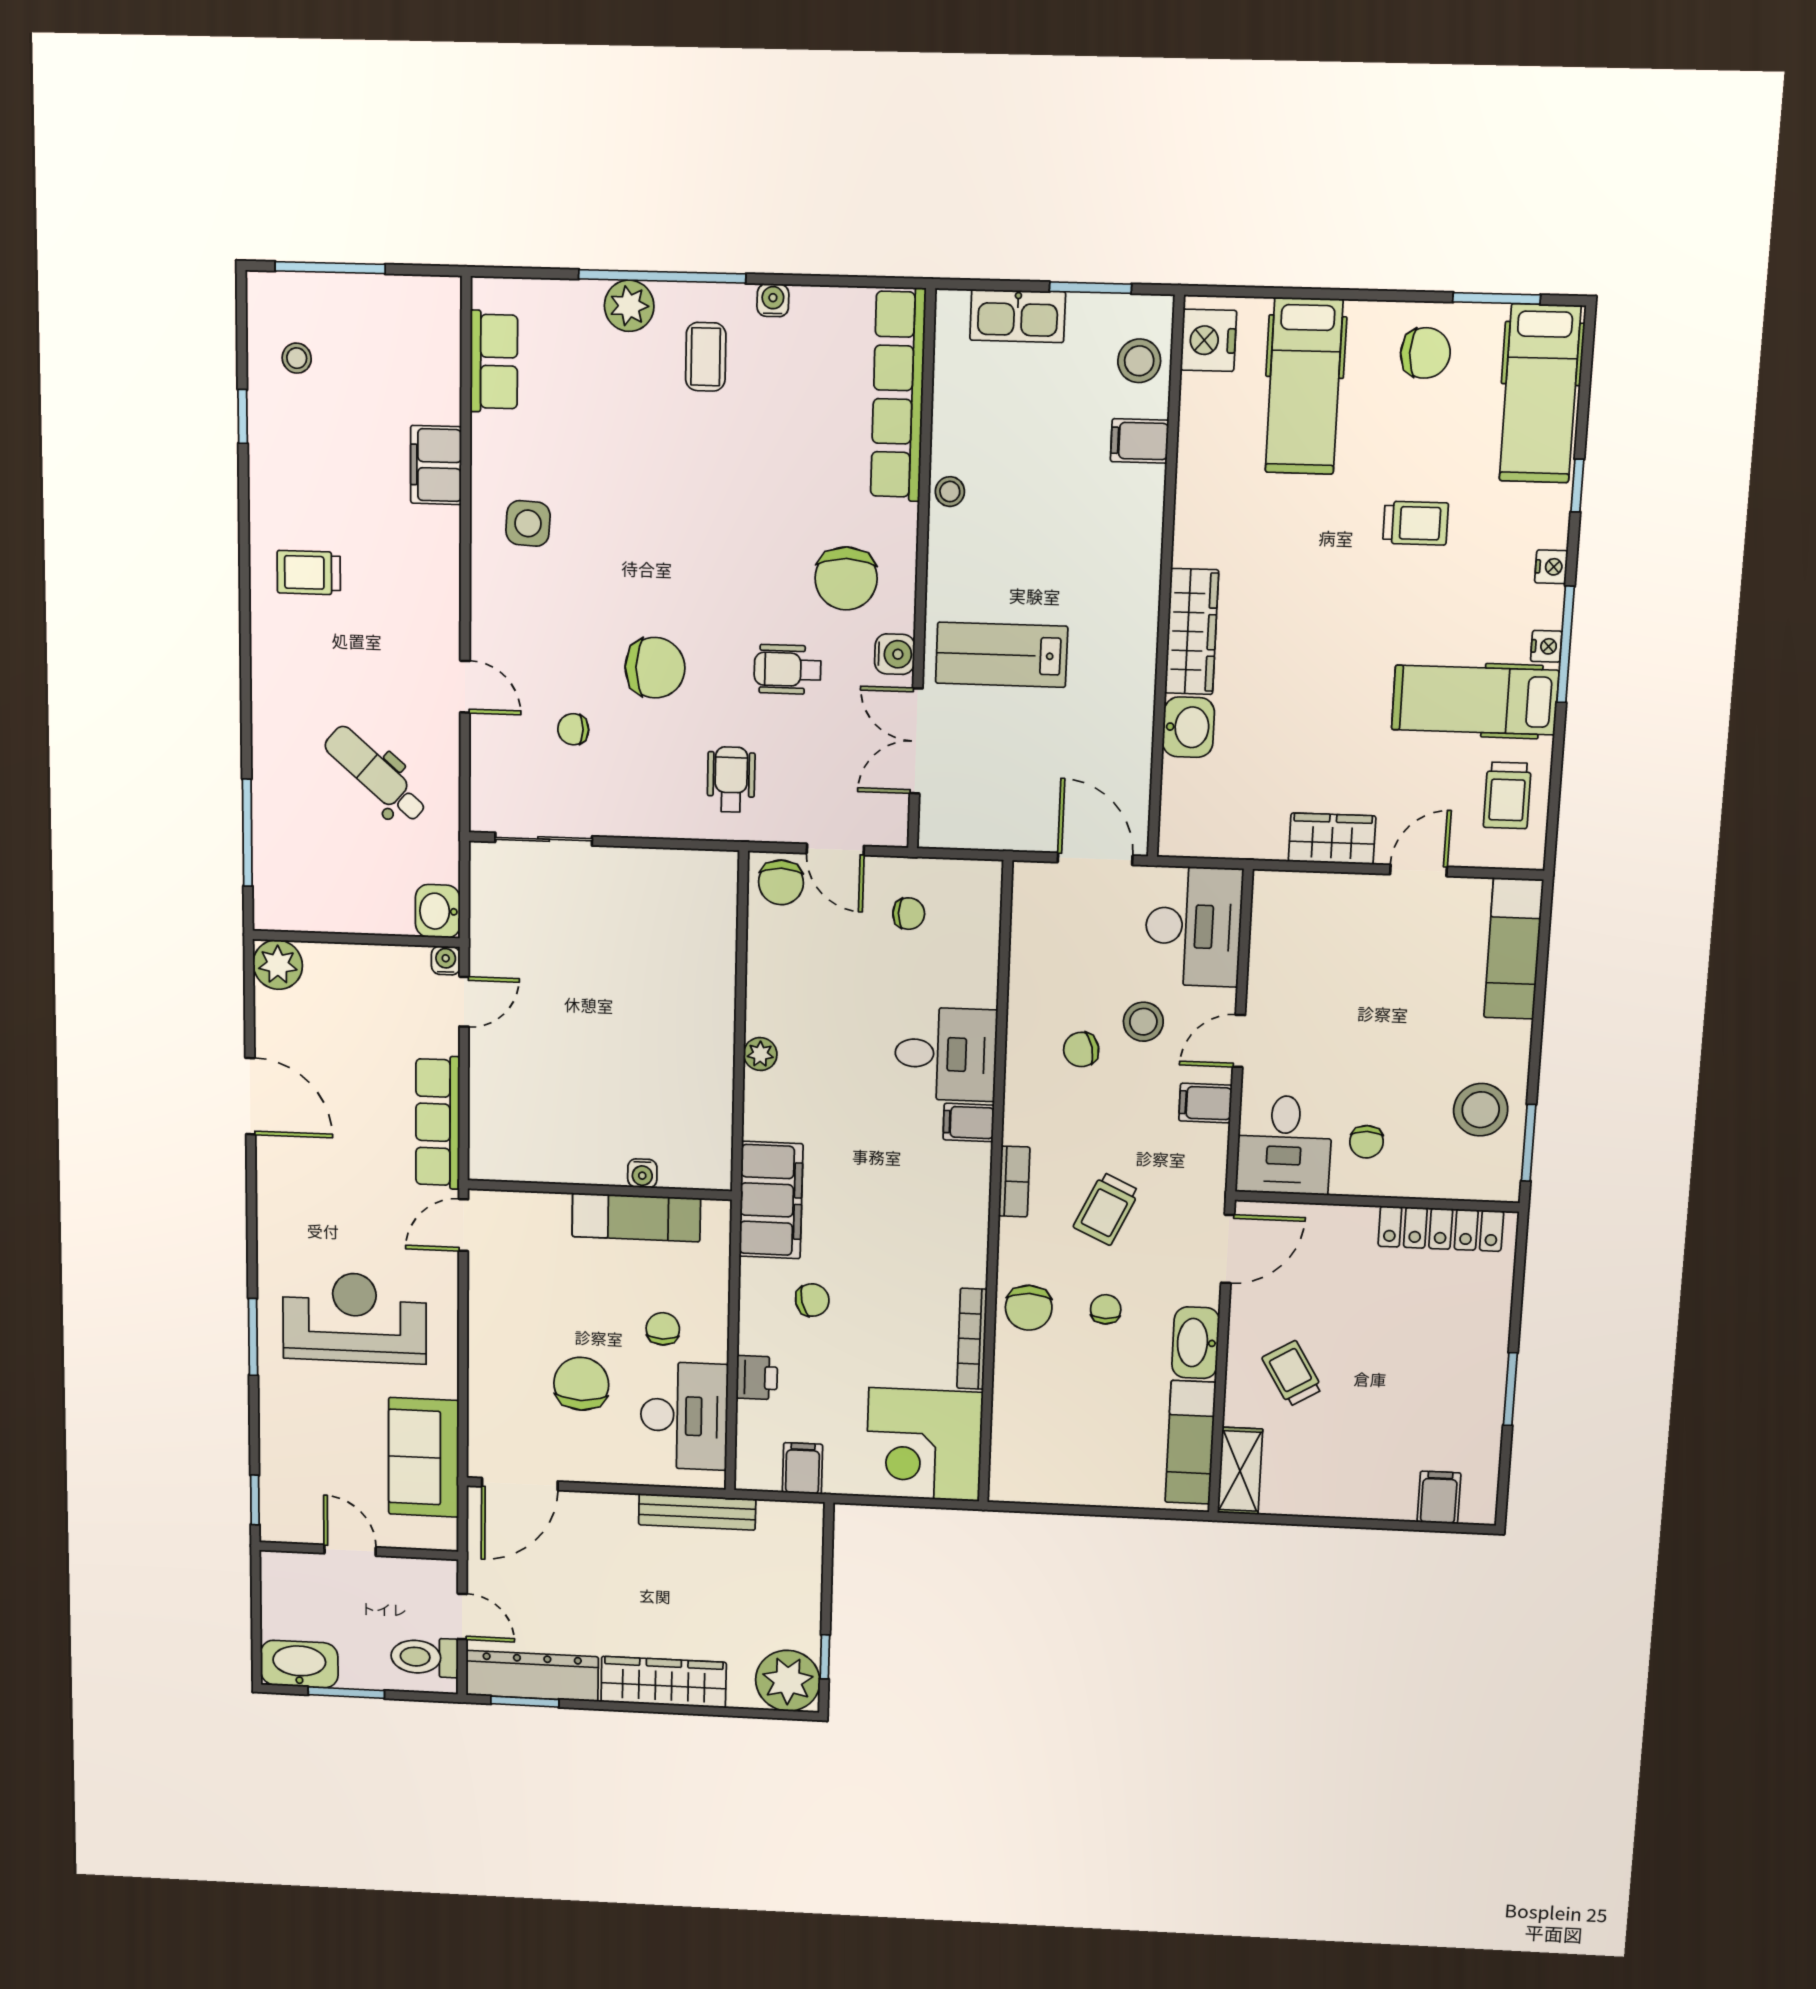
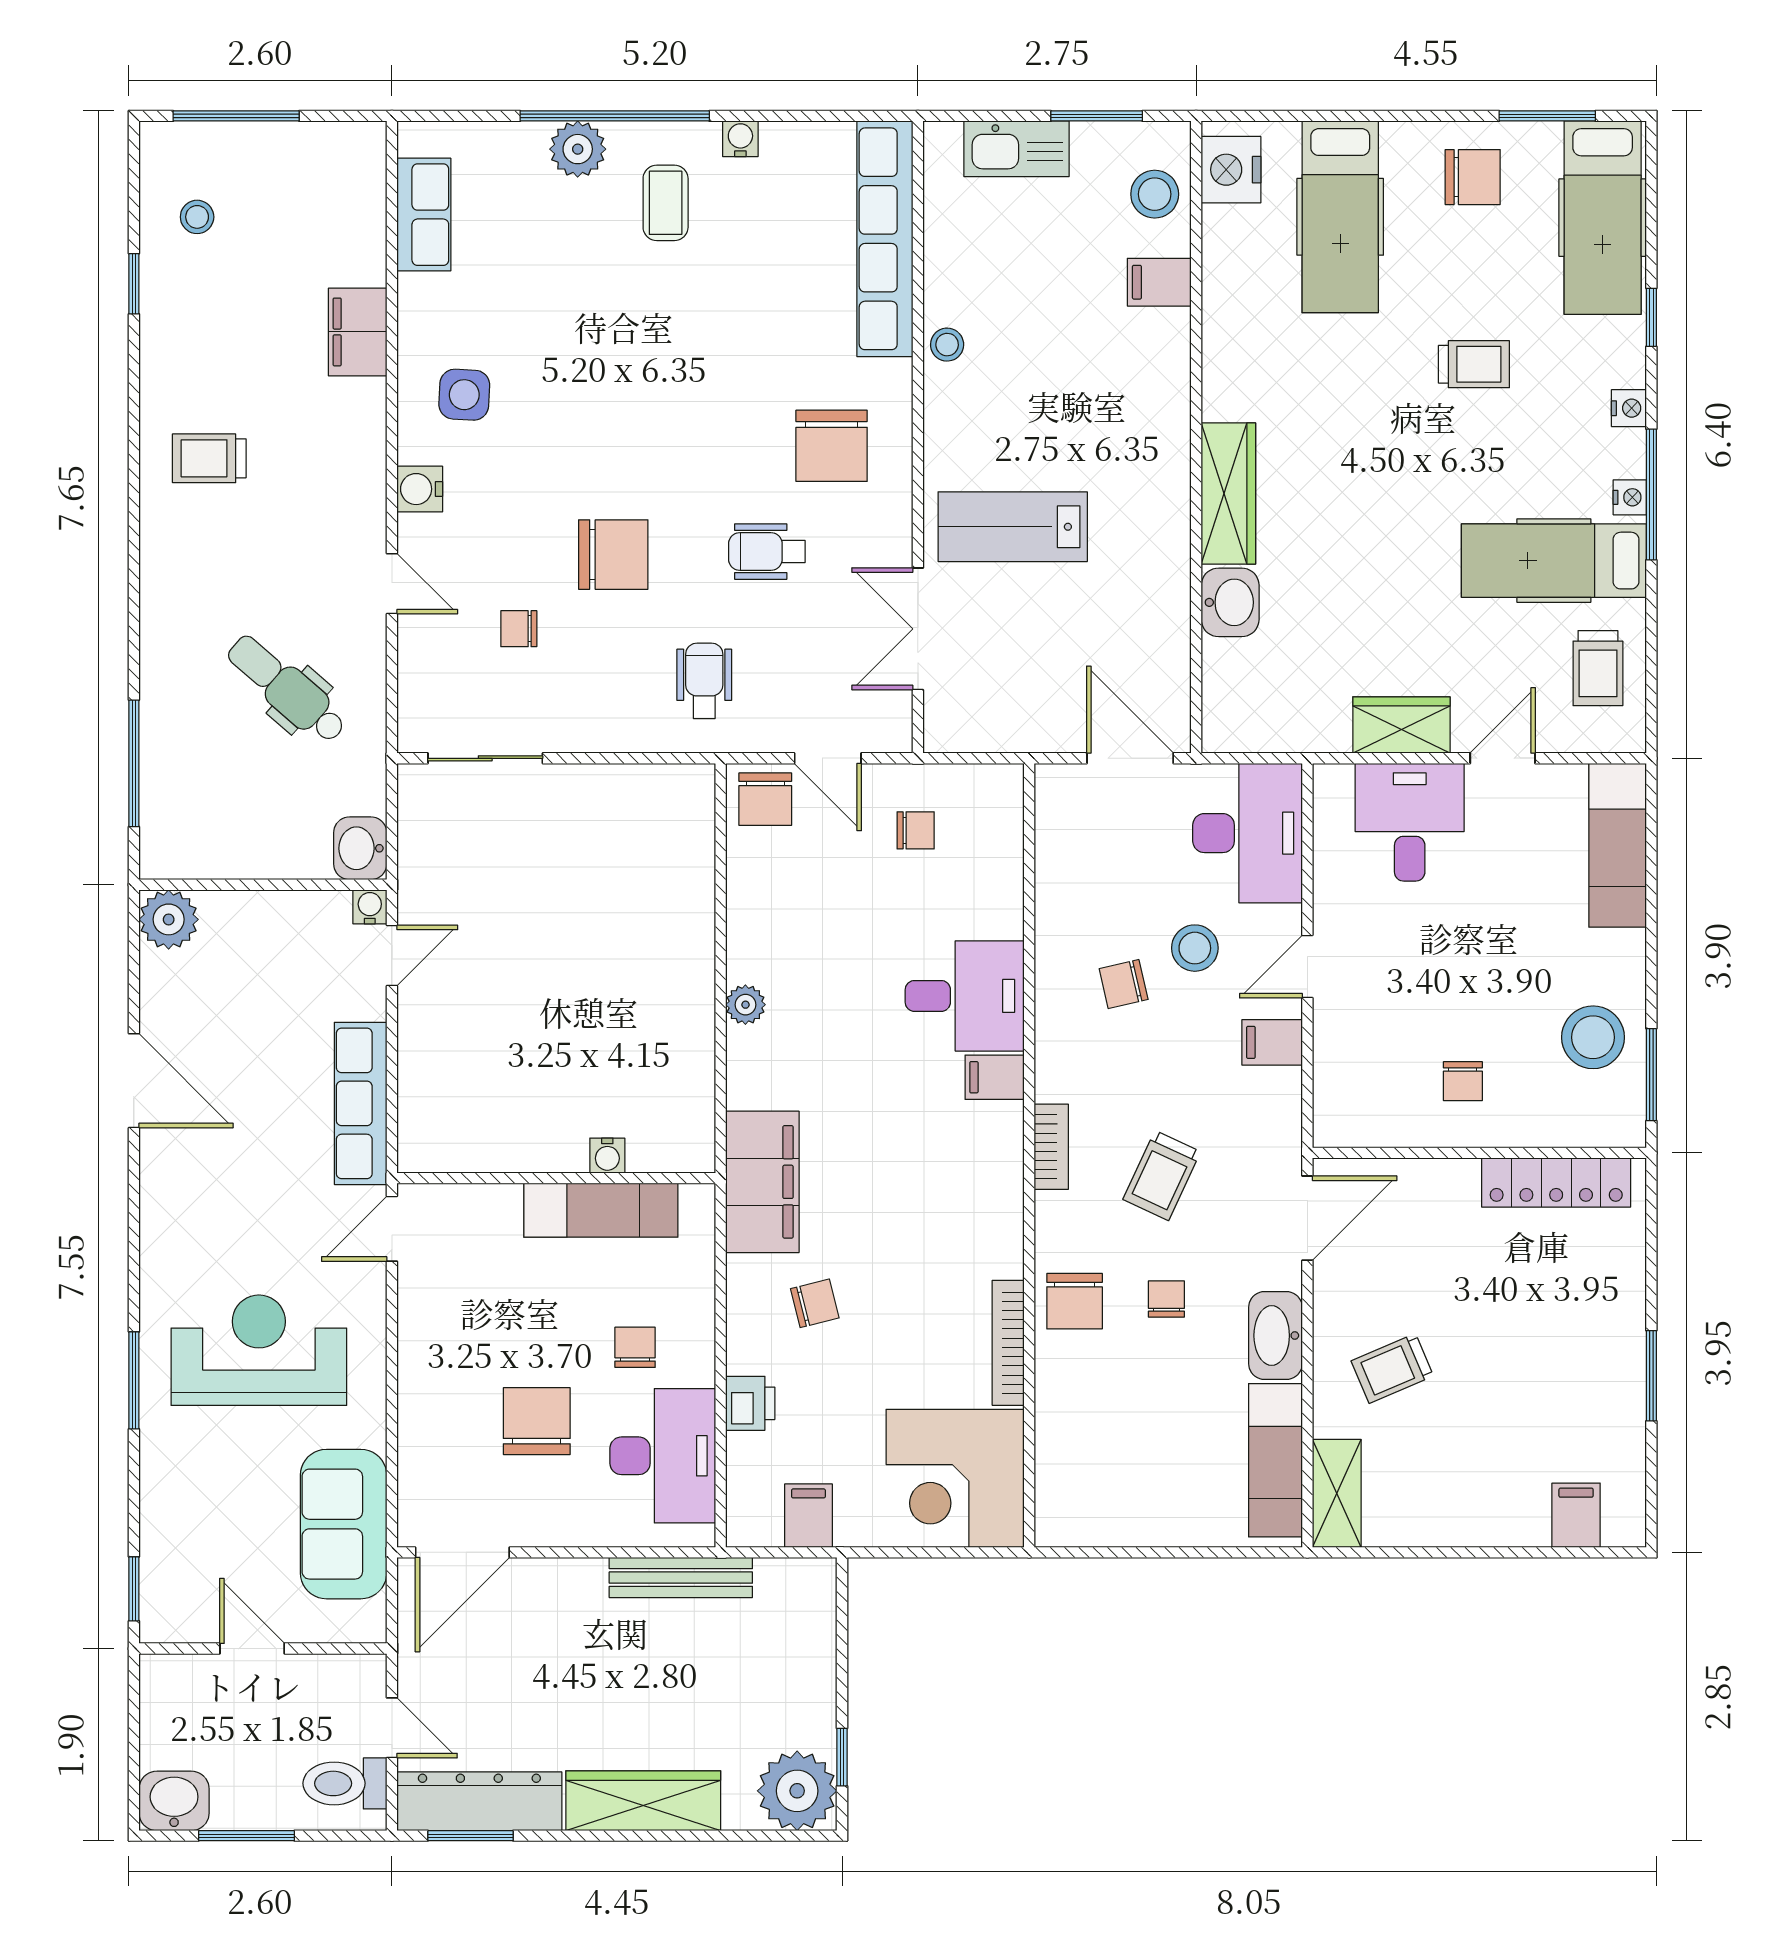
water cooler: (895, 654) -> (420, 489), moved, turned 180
desk: (1284, 1145) -> (1410, 822), moved, turned 180
trolley: (1292, 1374) -> (1392, 1368), turned -82
washbasin: (299, 1664) -> (174, 1801), width x0.72

